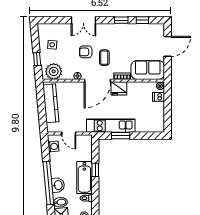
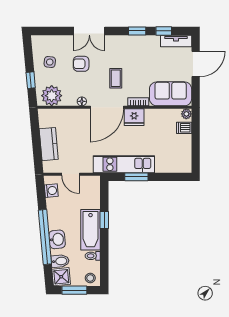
tv unit: (152, 28) -> (176, 41), added
armchair: (86, 52) -> (81, 64), moved
kitchen counter: (51, 103) -> (49, 144), width x0.67

